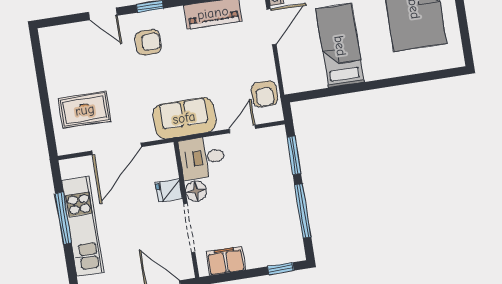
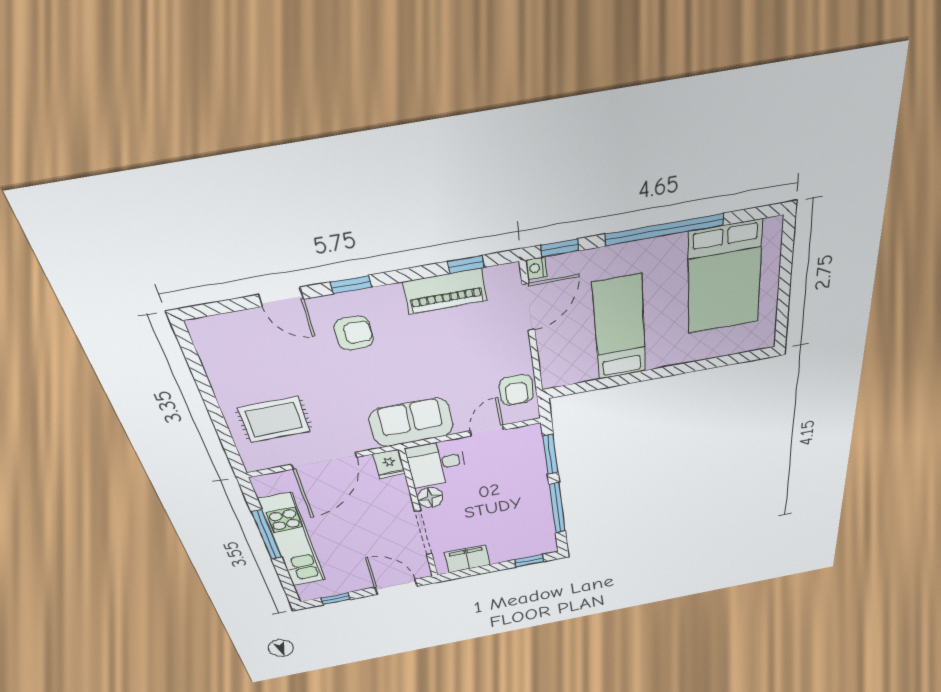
fridge: (169, 190) -> (389, 464), moved, turned -90

